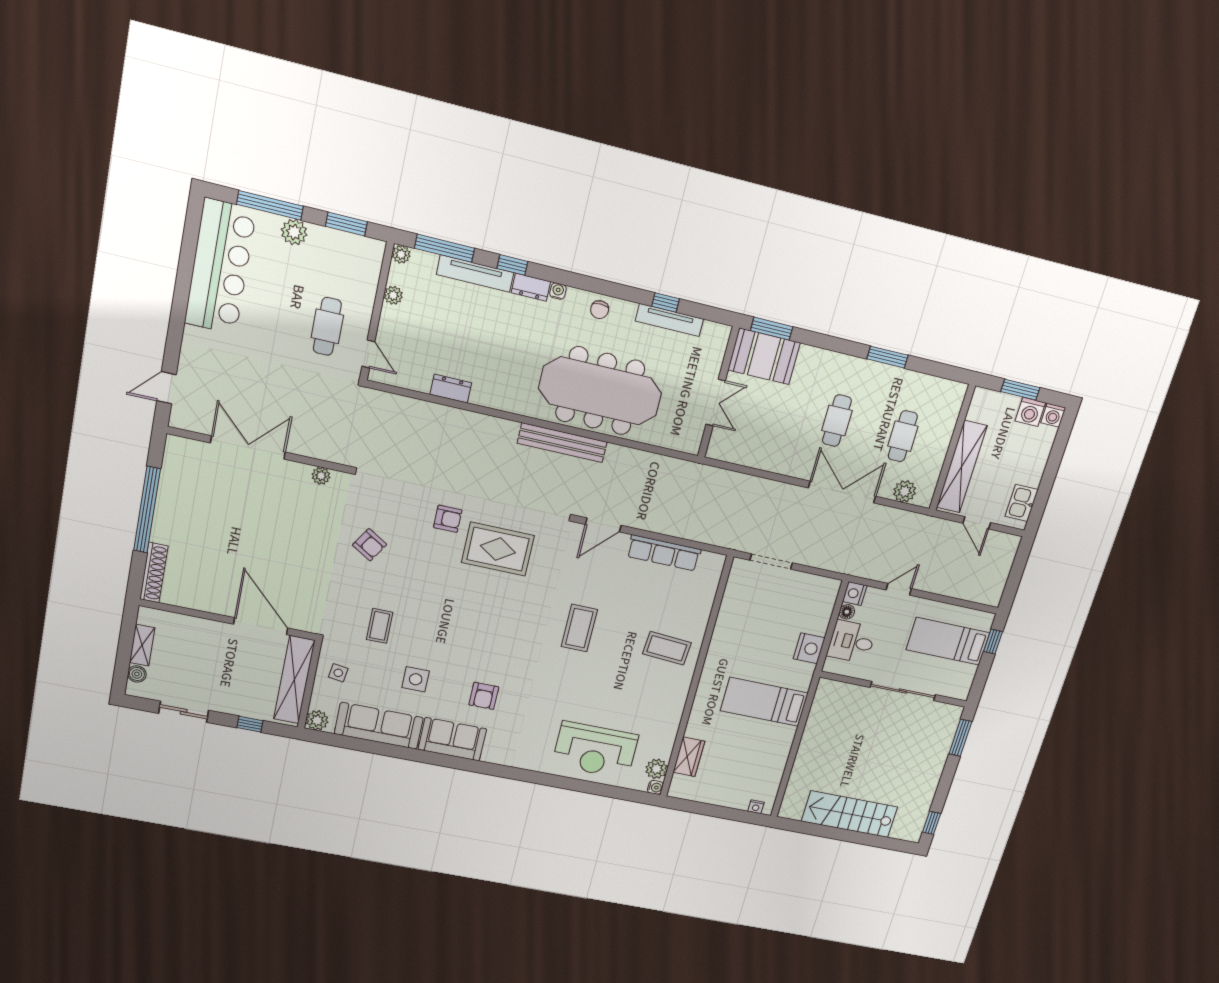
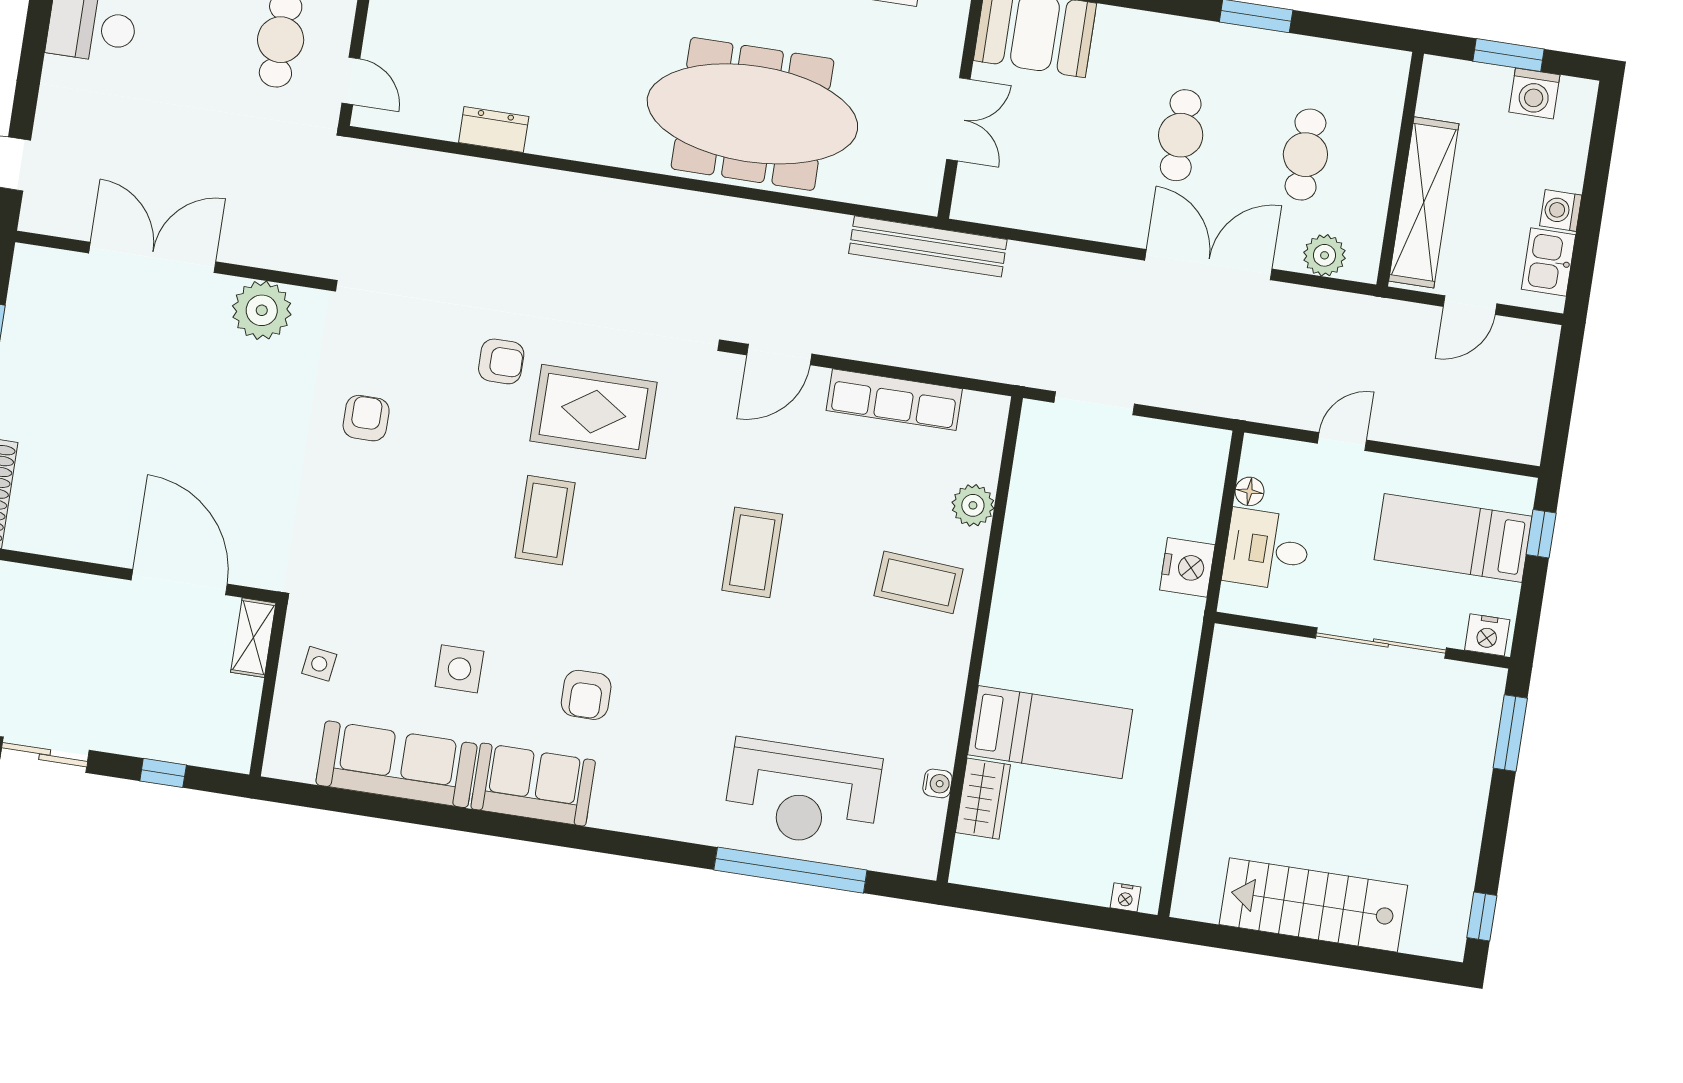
washing machine: (1053, 415) -> (1561, 210), moved, turned 90
bench: (562, 443) -> (928, 246), moved
plant: (321, 476) -> (262, 310), width x1.88, depth x1.88
door: (977, 523) -> (1470, 305), hinge flipped
armchair: (370, 545) -> (366, 418), turned -122
nightstand: (855, 594) -> (1487, 635), moved, turned -90
coffee table: (380, 626) -> (545, 520), moved, width x1.36, depth x1.30
shelving: (294, 680) -> (253, 638), width x0.45, depth x0.75
bed: (764, 702) -> (1050, 732), moved, turned 180
plant: (317, 720) -> (284, 759), removed
plant: (656, 769) -> (973, 505), moved
window: (585, 787) -> (790, 870), added
water cooler: (655, 787) -> (937, 783), moved

